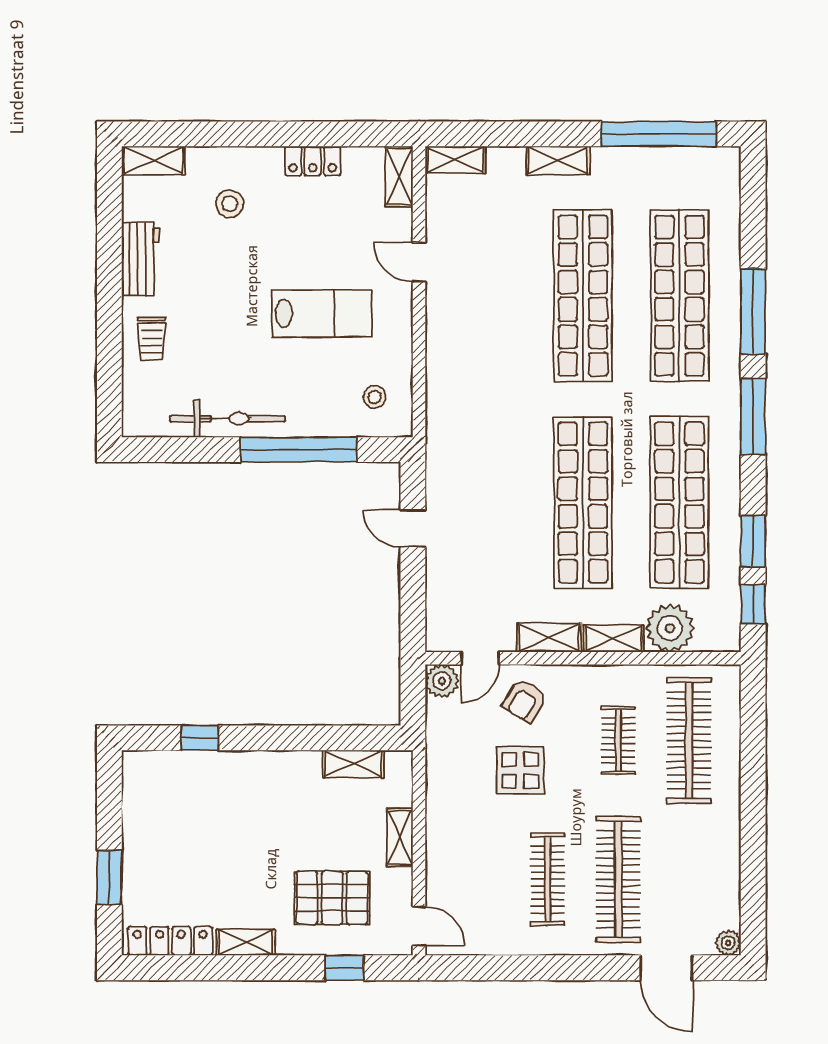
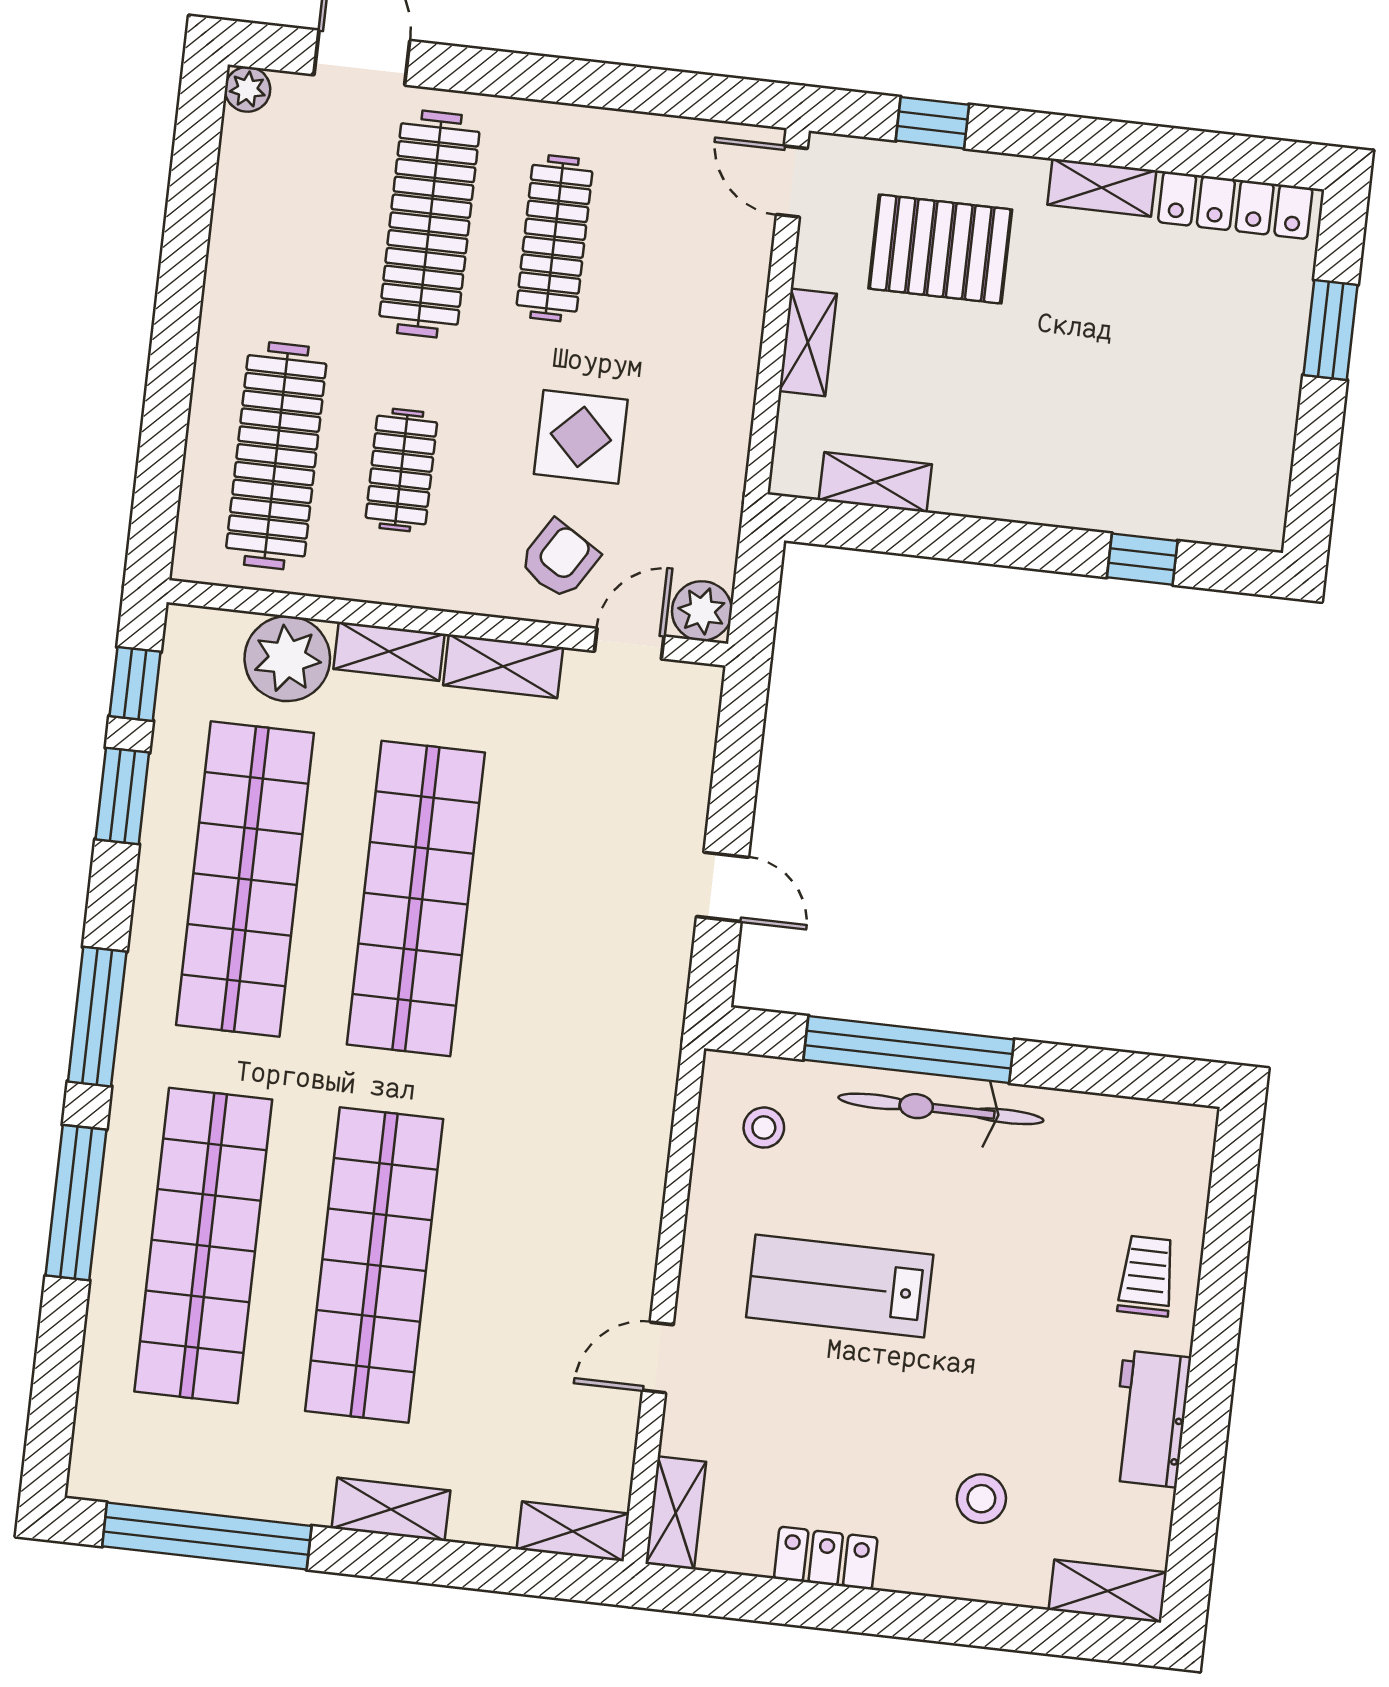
door: (419, 262) -> (658, 1357), swing flipped
bicycle: (227, 419) -> (941, 1109), moved

